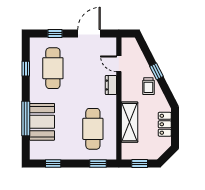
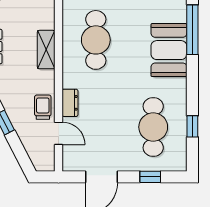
trolley: (148, 86) -> (43, 107), moved
window: (26, 119) -> (192, 30), moved
shelving: (130, 122) -> (46, 50), width x0.67, depth x0.75

